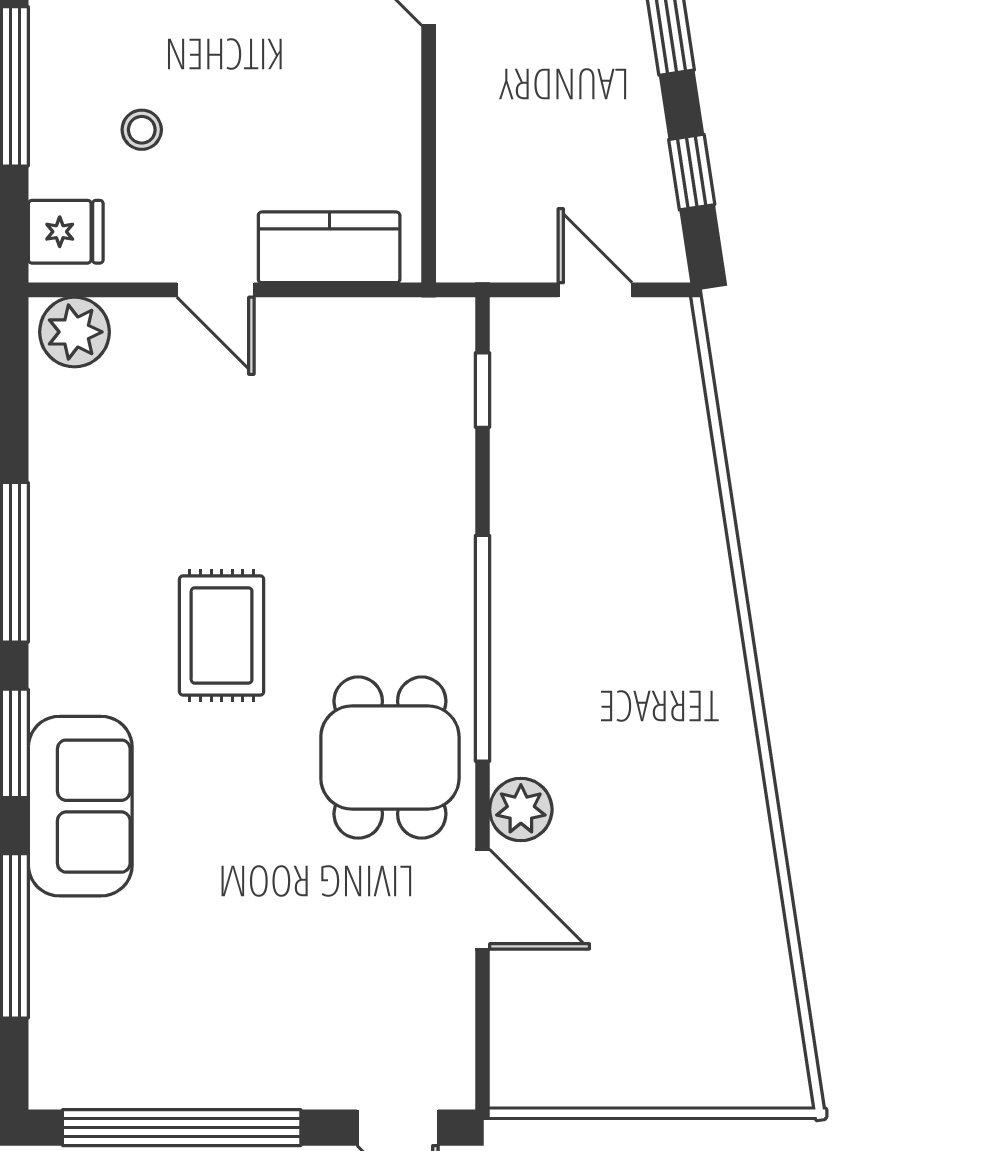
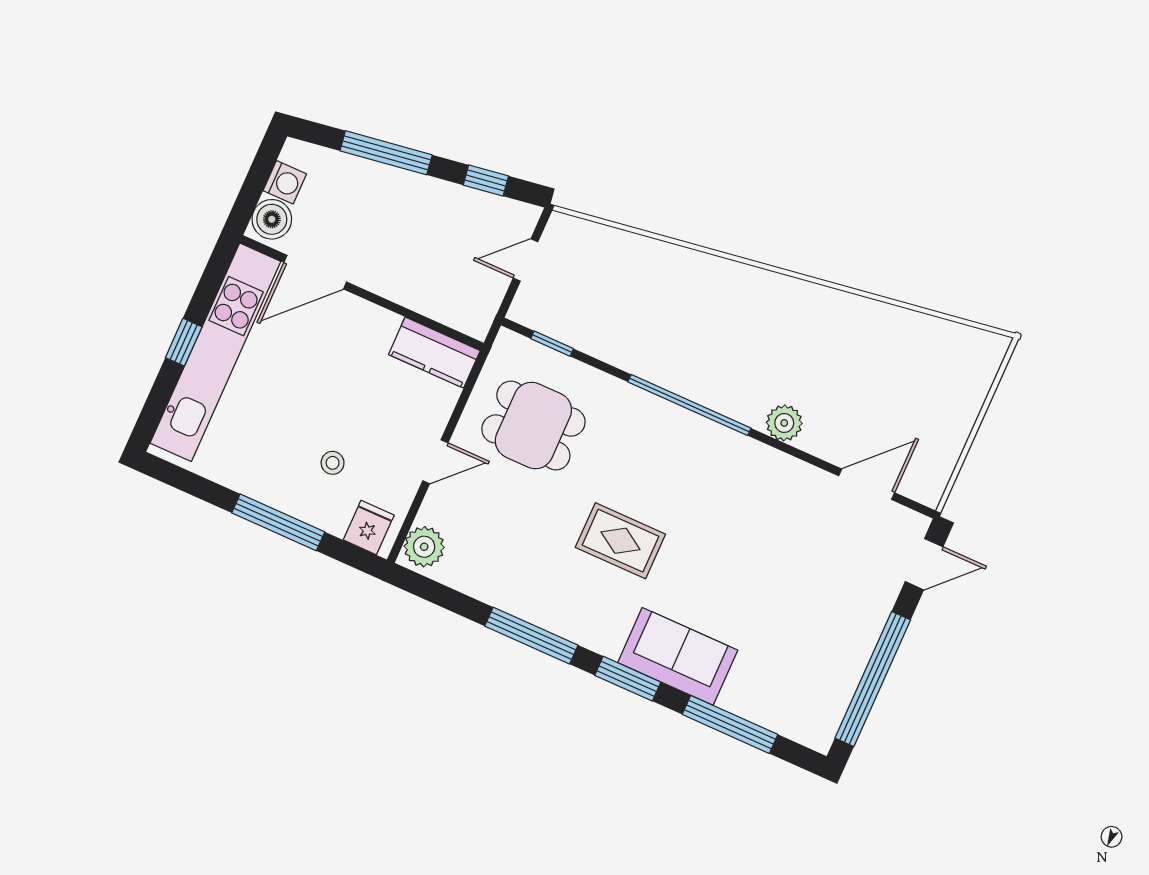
kitchen counter: (329, 247) -> (434, 353), moved, turned -90
dining table: (390, 758) -> (533, 425), moved
door: (483, 899) -> (867, 484), moved

